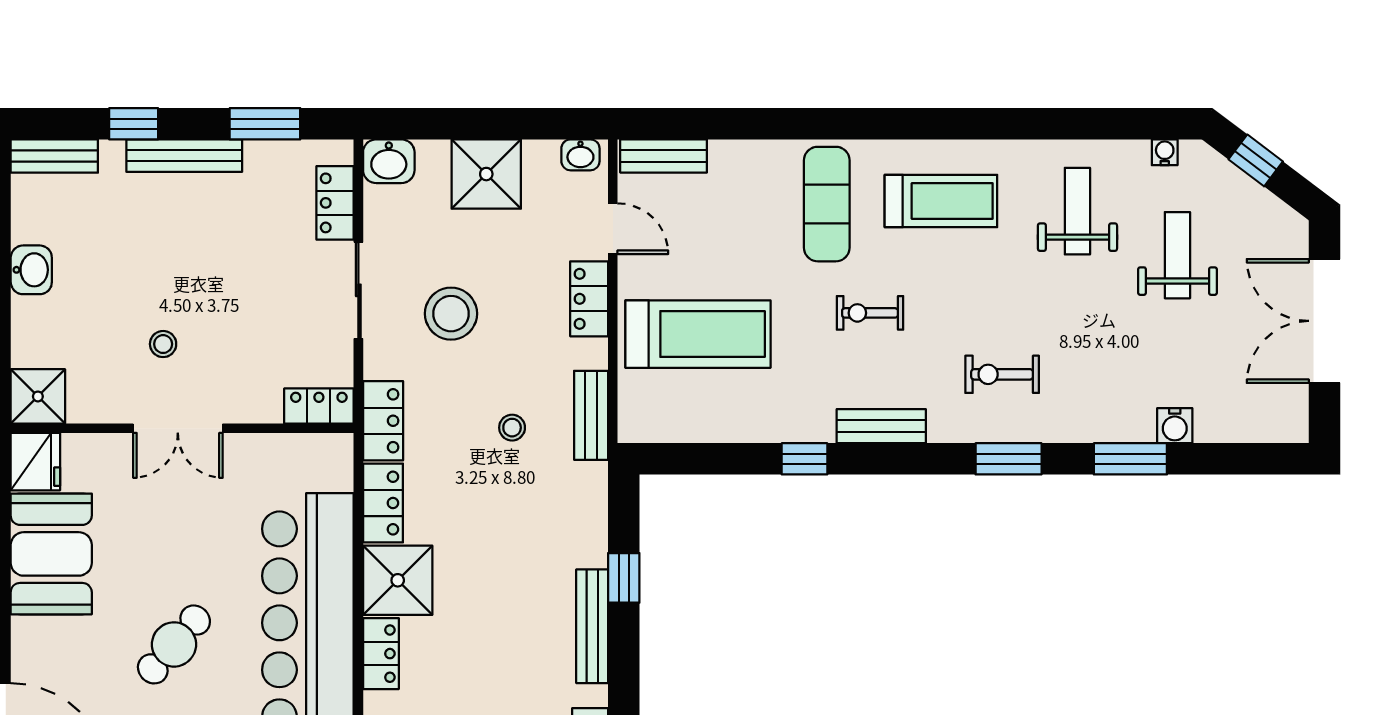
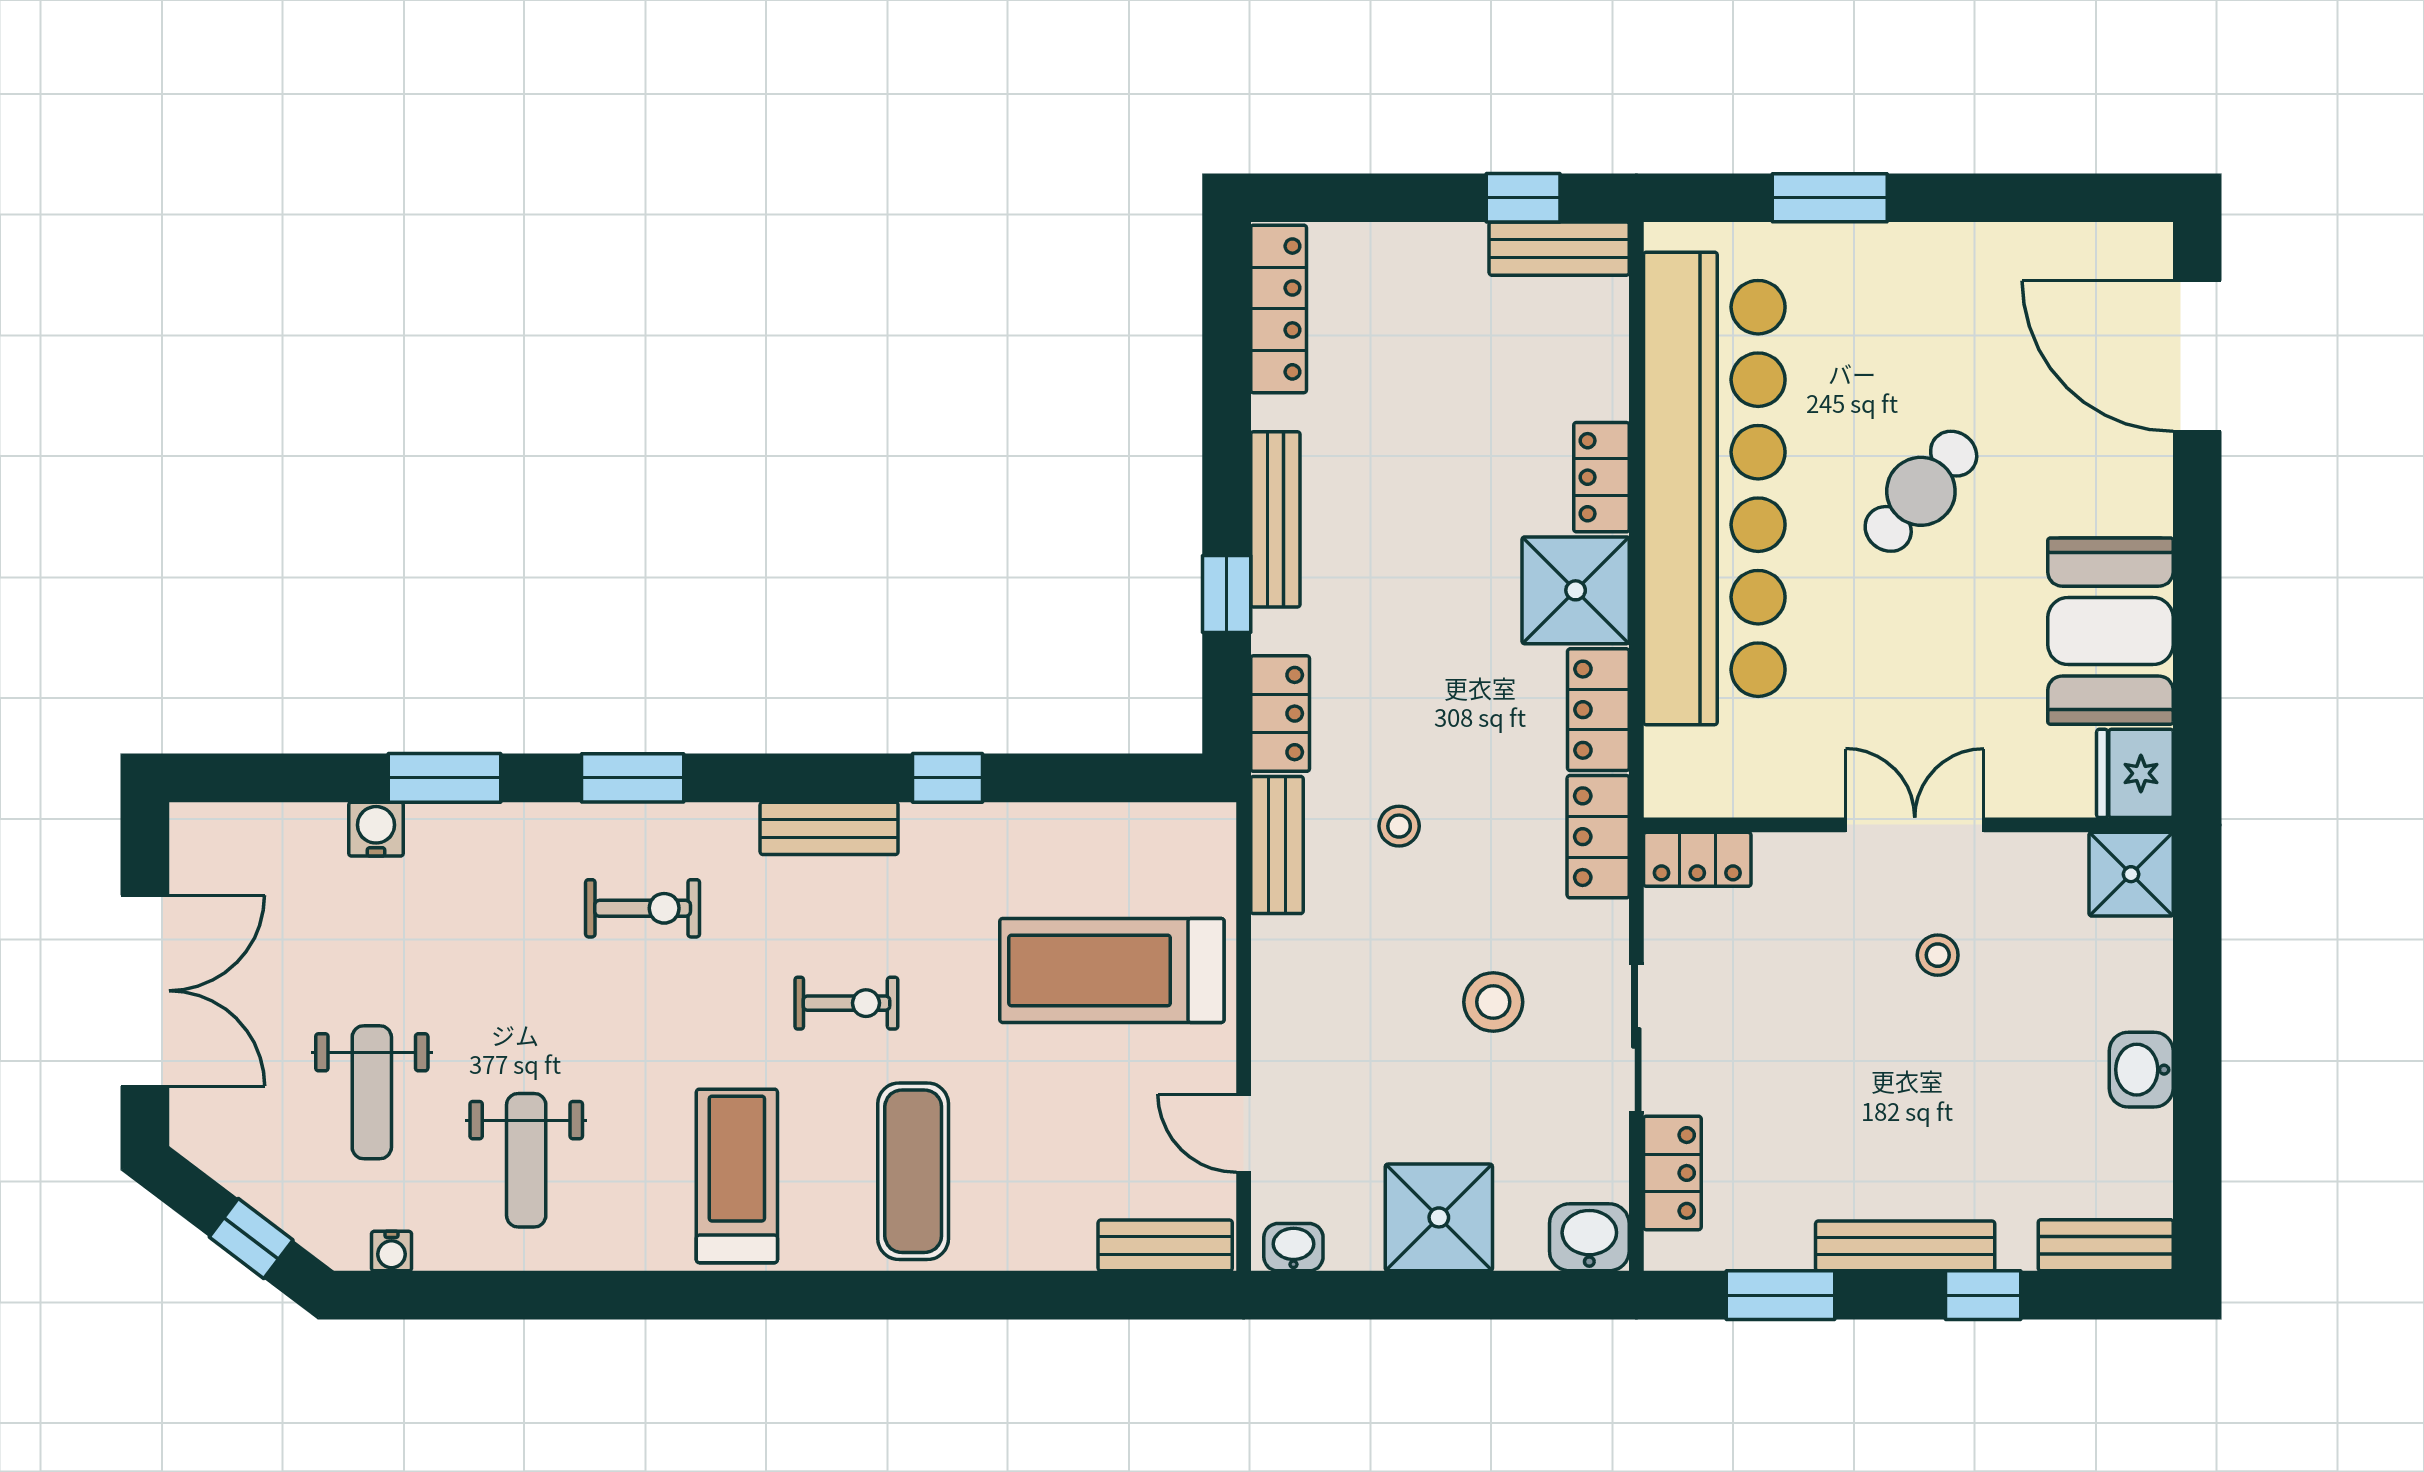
treadmill: (941, 201) -> (737, 1176), turned 90
locker: (589, 299) -> (1280, 714), moved
stool: (451, 314) -> (1493, 1002), width x0.73, depth x0.73

